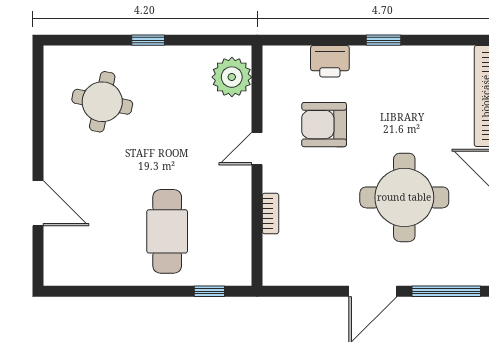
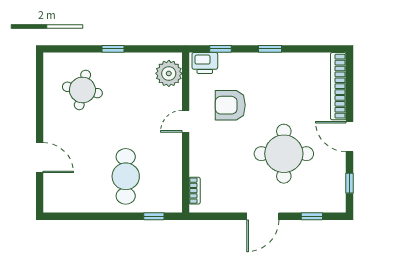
window: (309, 40) -> (220, 49), added
printer: (330, 61) -> (205, 63), moved
bookcase: (271, 213) -> (195, 191), moved
window: (446, 291) -> (312, 216), width x0.46

